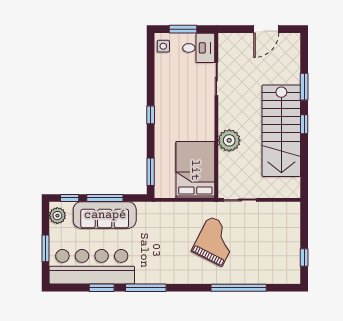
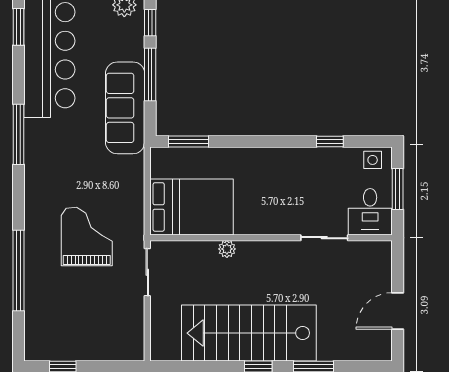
door: (266, 29) -> (398, 311), hinge flipped
window: (151, 115) -> (330, 142), moved
plant: (229, 140) -> (227, 249), width x0.53, depth x0.53
sofa: (105, 215) -> (125, 108), moved
grand piano: (215, 241) -> (87, 236), turned -117
window: (102, 288) -> (19, 27), moved

